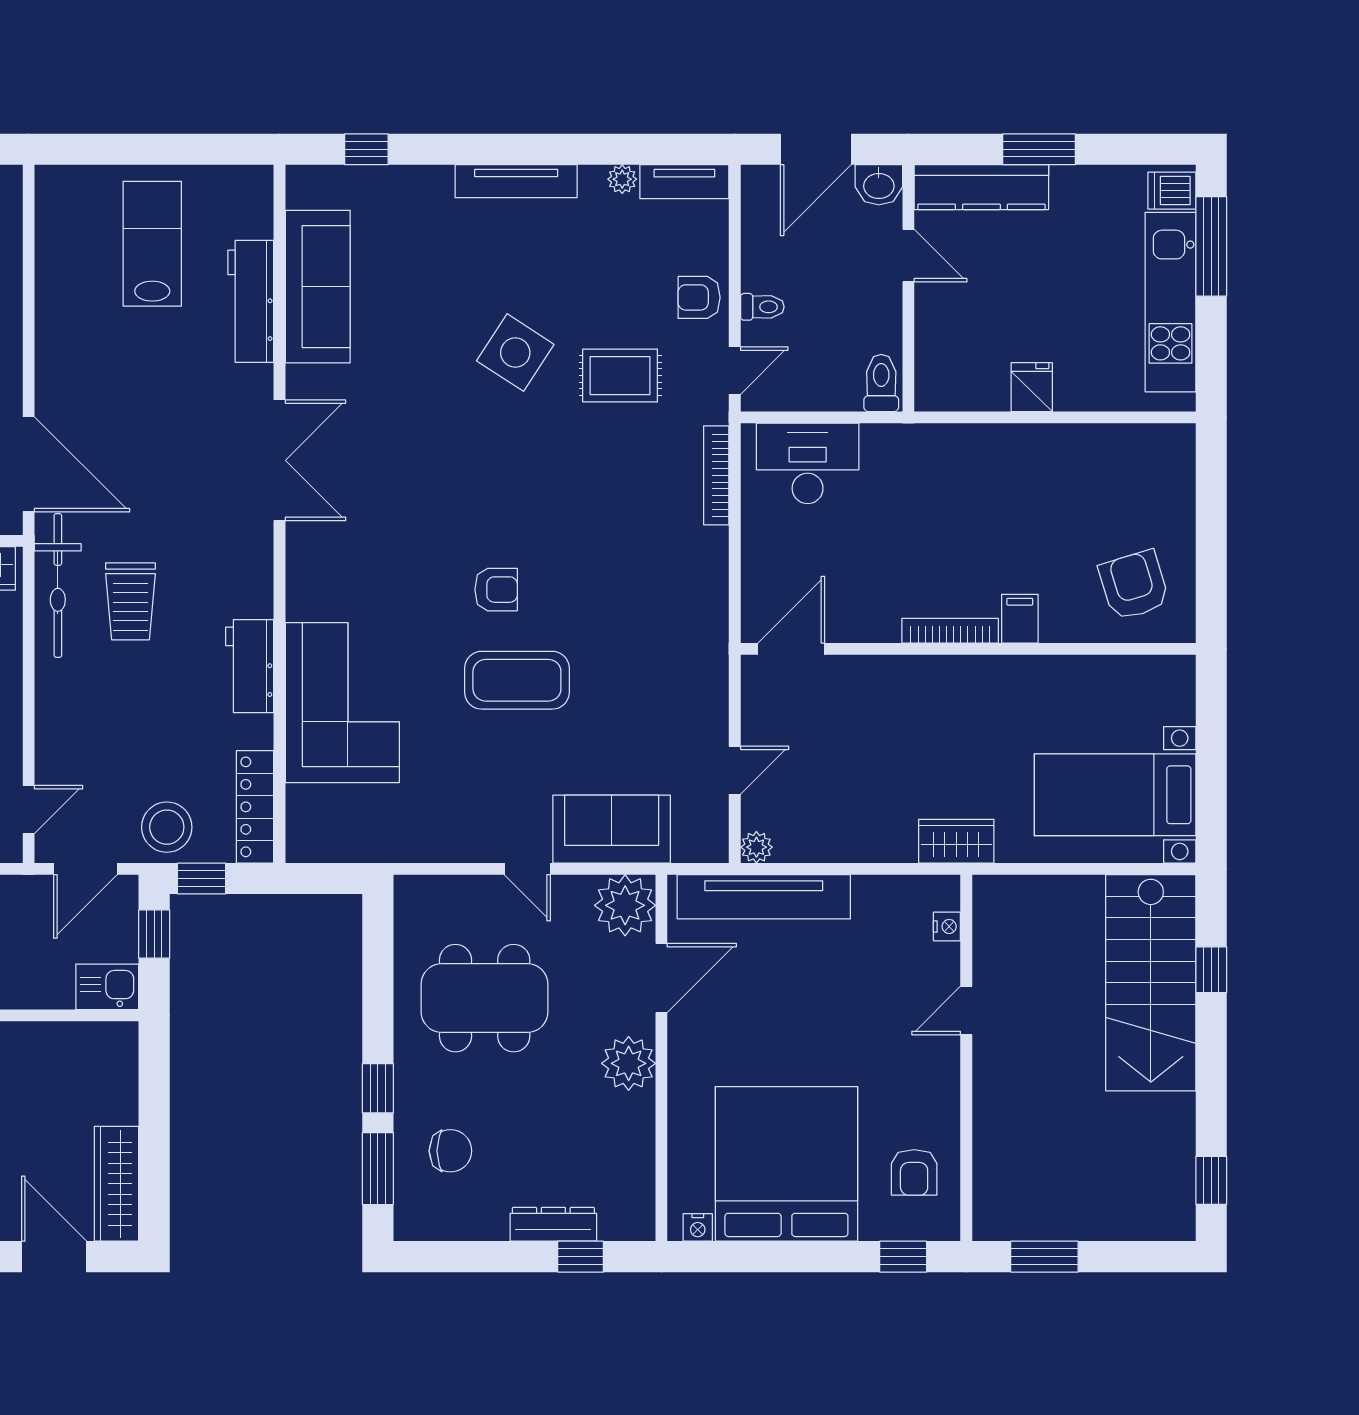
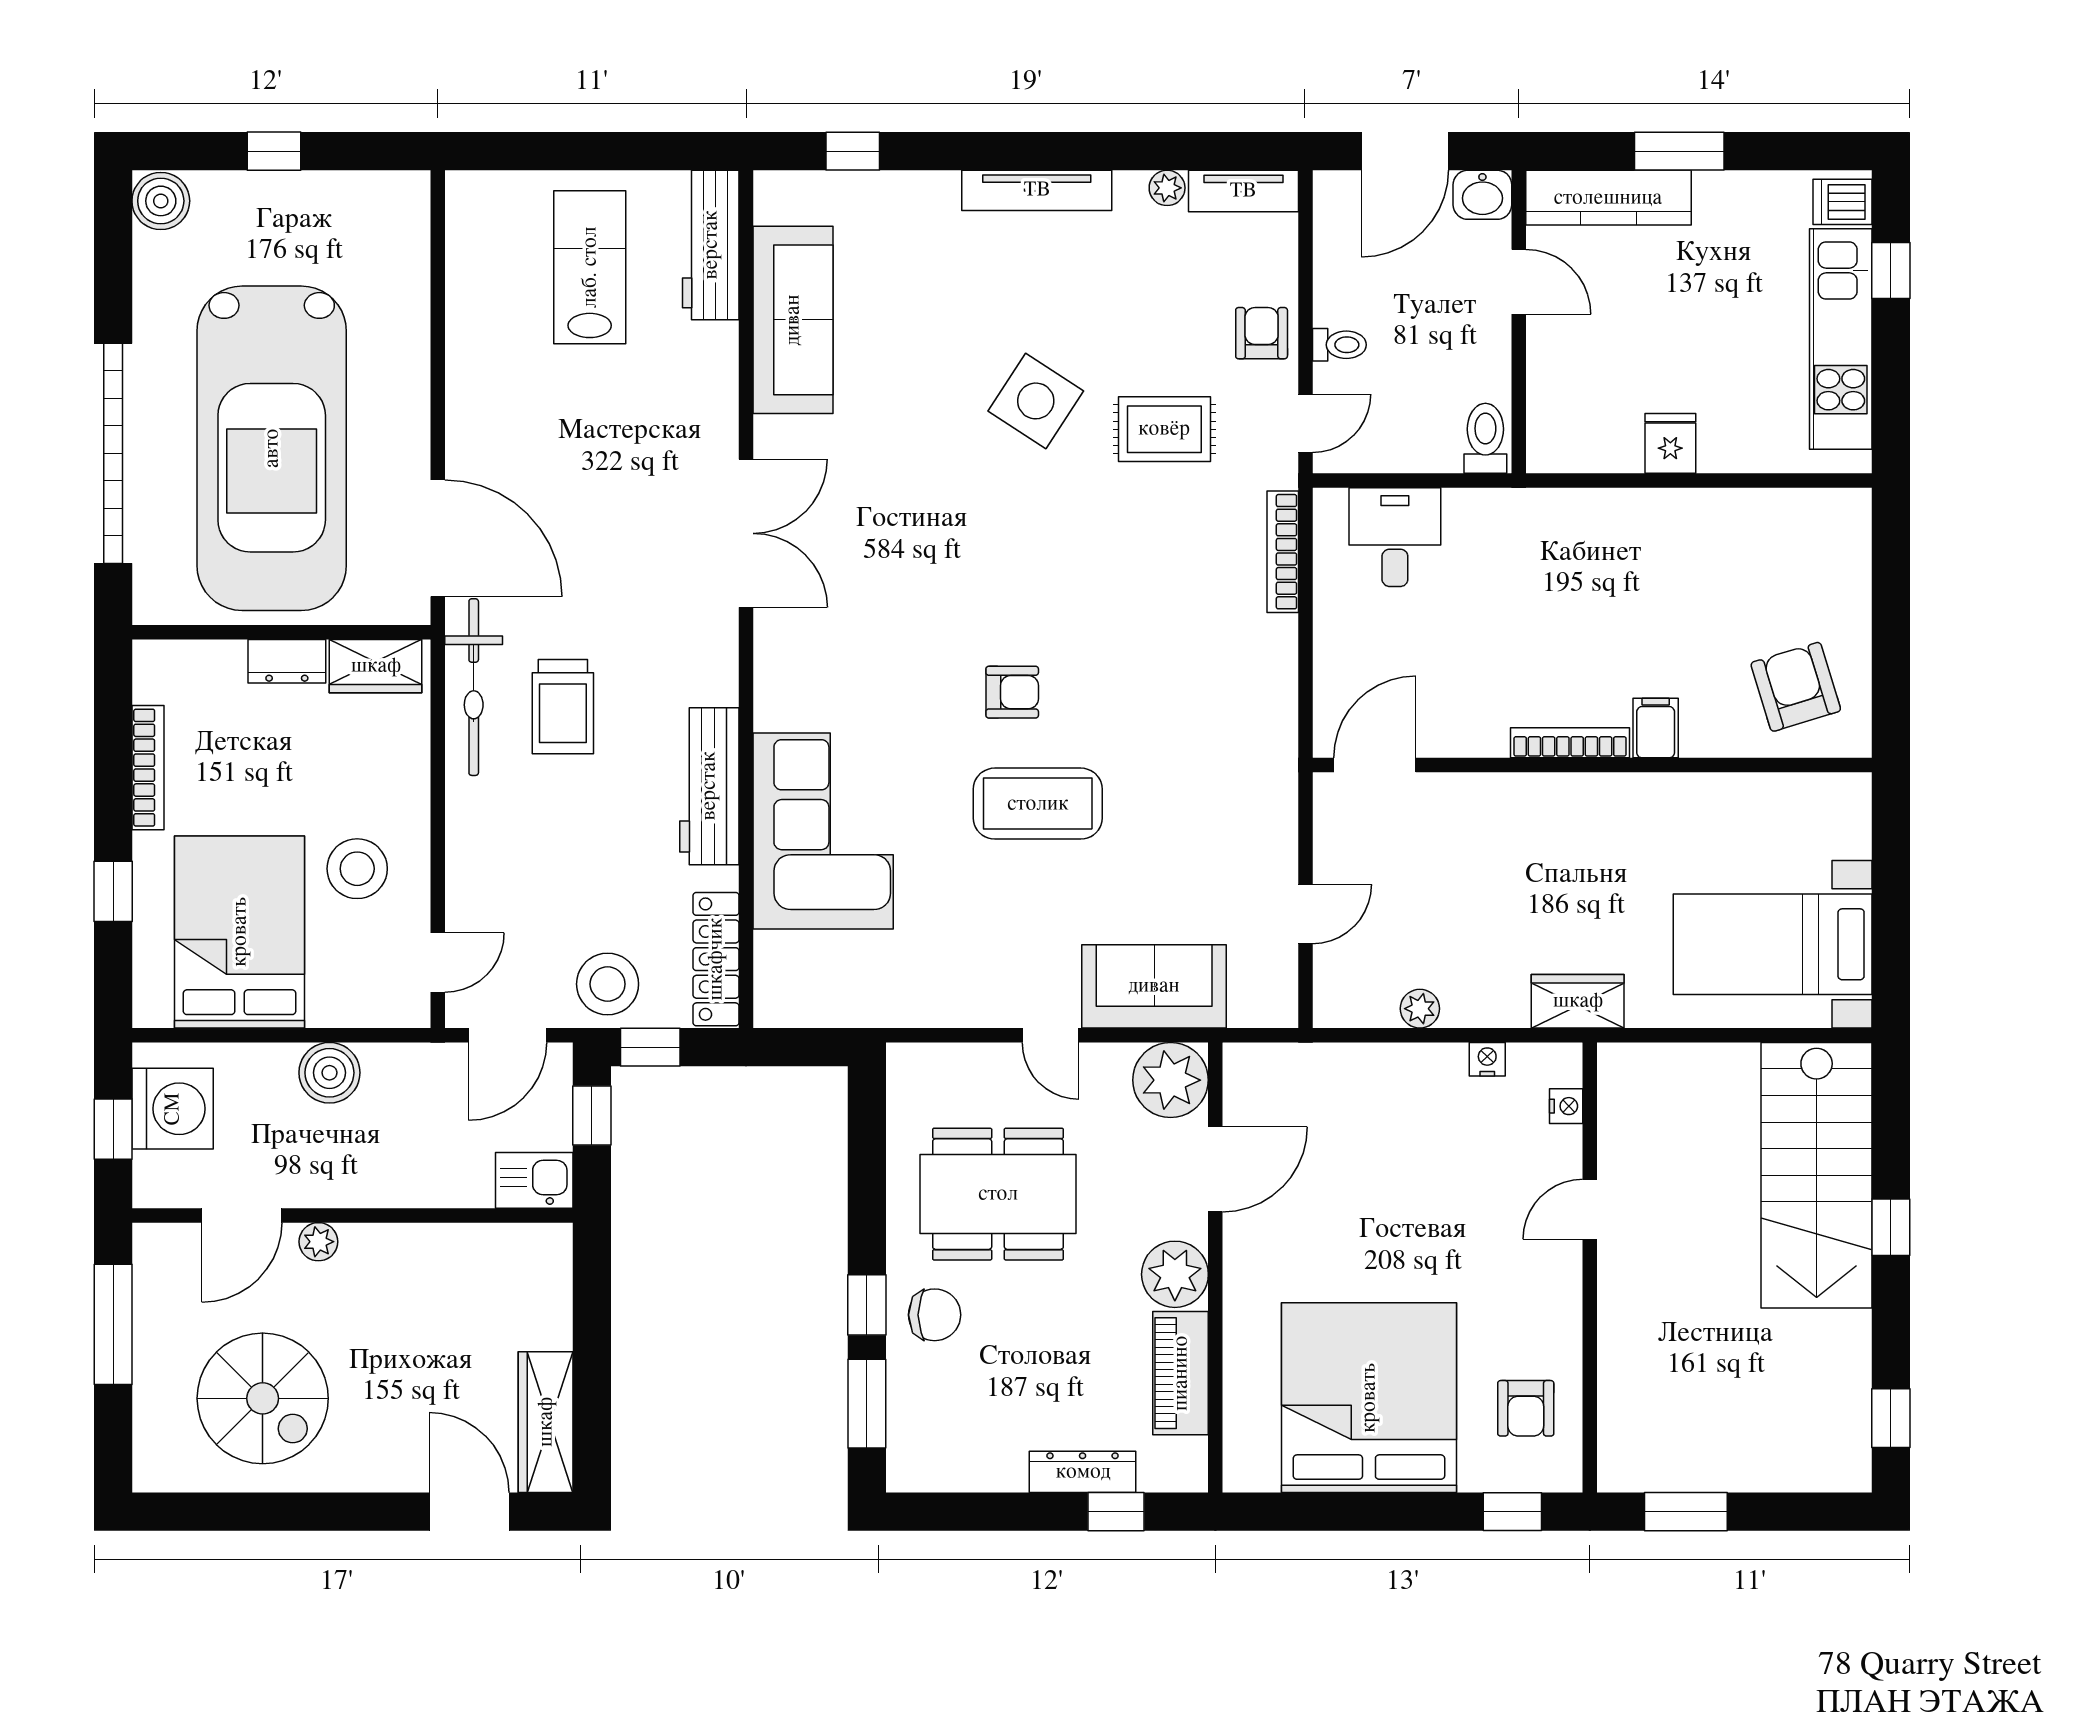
window: (1211, 246) -> (1891, 270), width x0.46
armchair: (699, 297) -> (1262, 333), turned 90
workbench: (251, 301) -> (711, 245), moved
desk: (808, 463) -> (1395, 537), width x0.73
workbench: (250, 666) -> (709, 786), width x1.38
plant: (756, 847) -> (1420, 1009), moved
tv unit: (764, 897) -> (1341, 1070), removed
window: (1211, 970) -> (1891, 1227), moved
piano: (633, 1144) -> (1181, 1373), added
chair: (450, 1151) -> (935, 1315), moved
nightstand: (698, 1227) -> (1487, 1059), moved, turned 180

